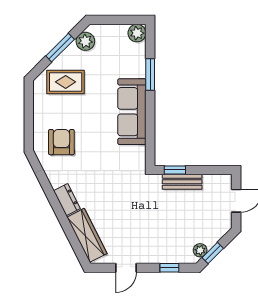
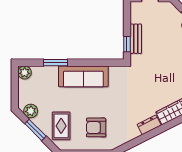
armchair: (61, 142) -> (96, 127), moved

